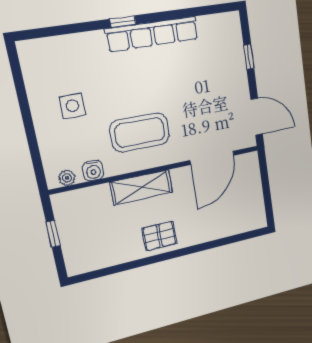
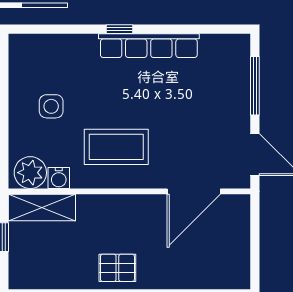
window: (249, 57) -> (255, 86), width x2.17
plant: (67, 178) -> (30, 173), width x1.88, depth x1.88
shelving: (141, 187) -> (42, 208), moved

